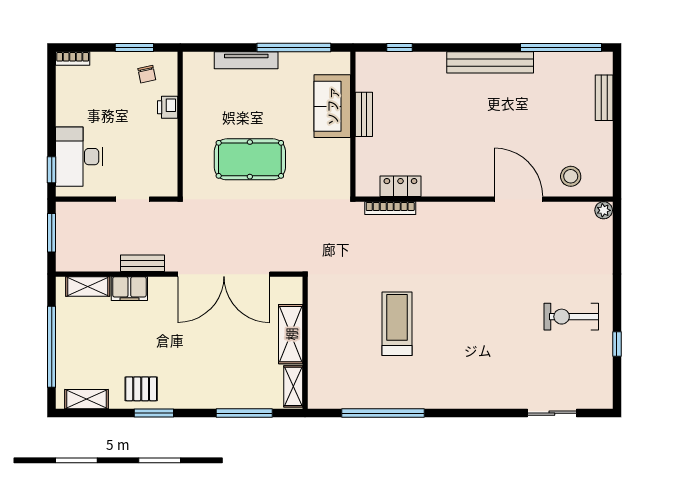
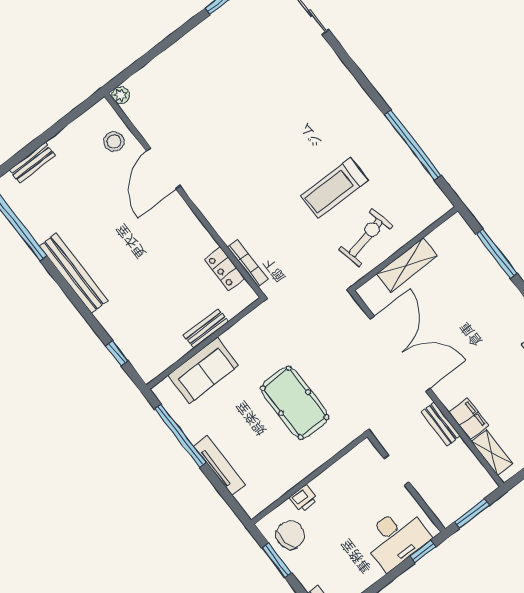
chair: (147, 74) -> (290, 535), width x1.87, depth x1.87
bench: (364, 114) -> (206, 329), moved
exercise bike: (571, 317) -> (366, 238), moved, turned -103
shelving: (293, 386) -> (446, 231), removed

